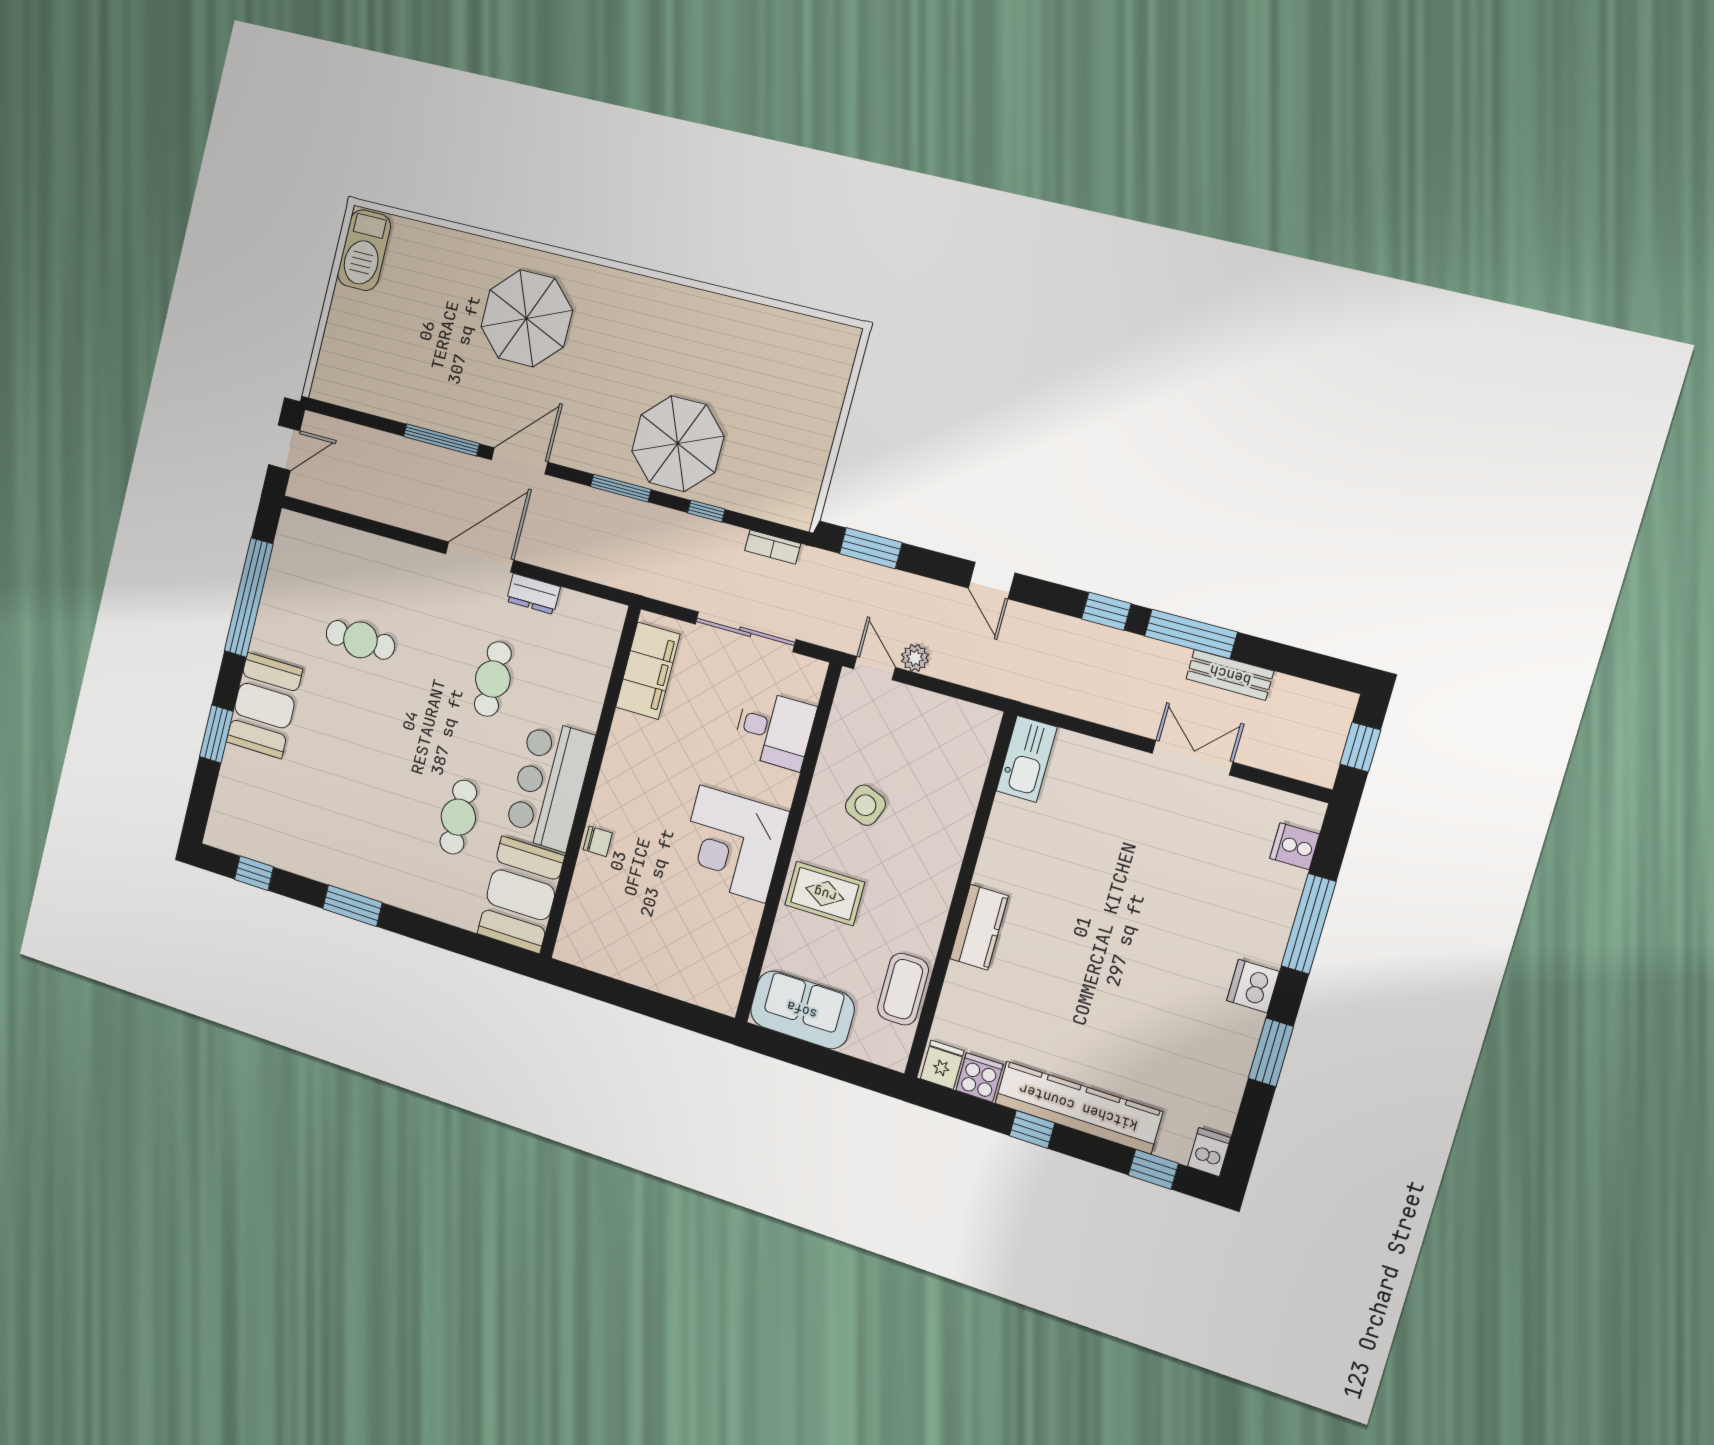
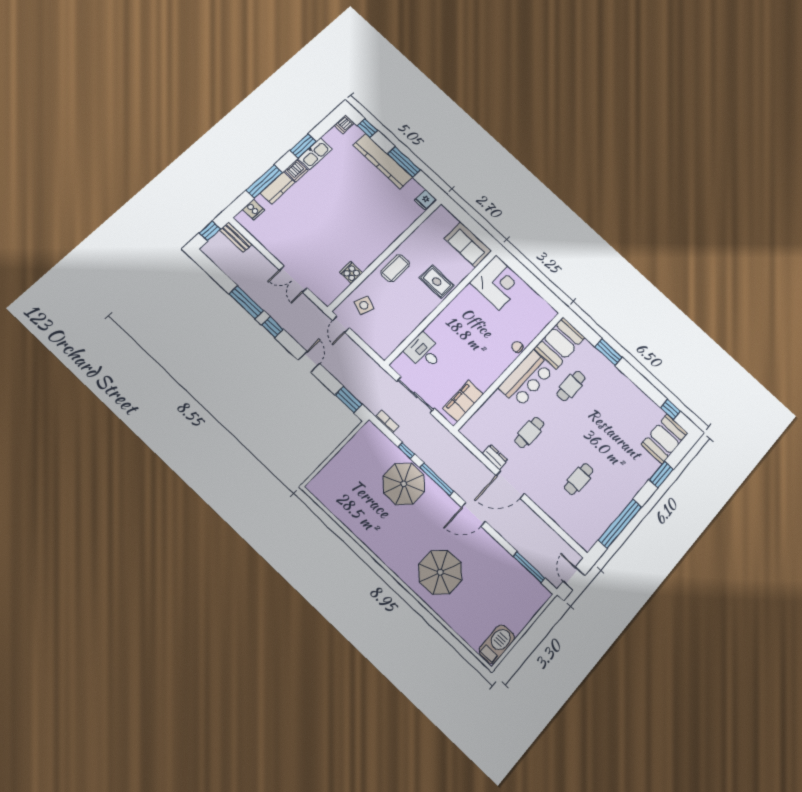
window: (441, 440) -> (529, 567), moved
door: (284, 448) -> (574, 579), hinge flipped
window: (621, 488) -> (437, 479), width x1.44
cafe table: (360, 640) -> (579, 479), turned 90
plant: (915, 658) -> (354, 349), removed
door: (874, 668) -> (341, 324), moved
bench: (1230, 675) -> (236, 237), moved
booth: (264, 706) -> (665, 439), moved
double door: (1192, 758) -> (293, 279), moved
kitchen sink: (1027, 759) -> (315, 154), moved, turned 180
side table: (865, 805) -> (364, 305), moved
corner desk: (733, 844) -> (498, 282), moved
window: (352, 906) -> (609, 352), moved
kitchen counter: (979, 927) -> (277, 188), moved, turned 180
coffee table: (903, 989) -> (395, 268), moved
cooker: (979, 1077) -> (351, 272), moved, turned 90
window: (1032, 1129) -> (404, 162), width x2.17

